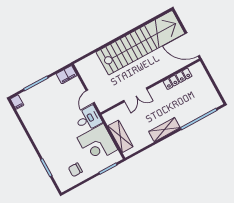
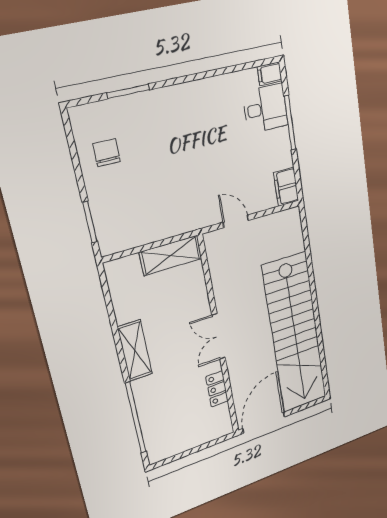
locker: (177, 79) -> (217, 389), width x0.66
double door: (135, 95) -> (219, 336), moved
desk: (88, 119) -> (265, 109), moved, turned -90
shelving: (120, 136) -> (171, 255), moved
corner desk: (97, 144) -> (146, 213), removed

